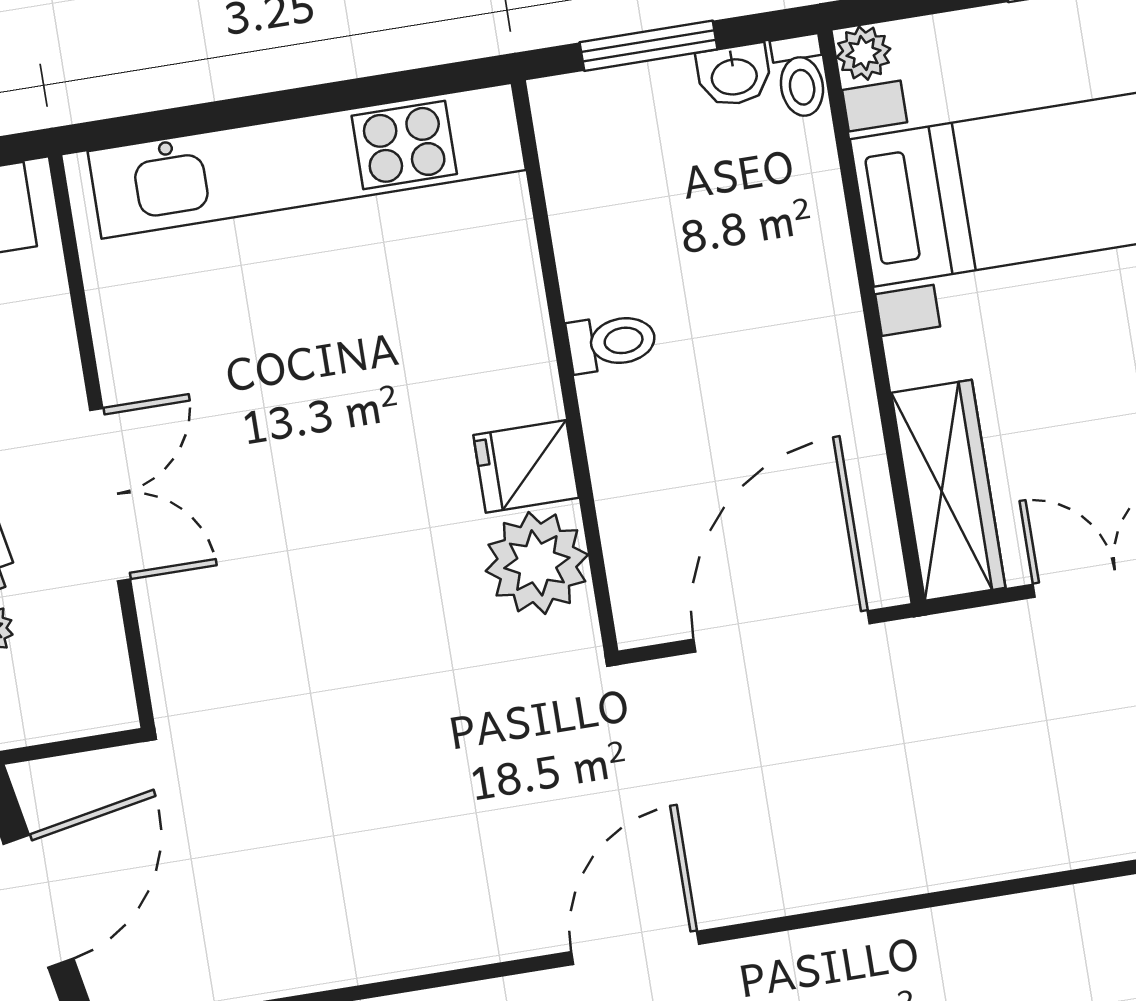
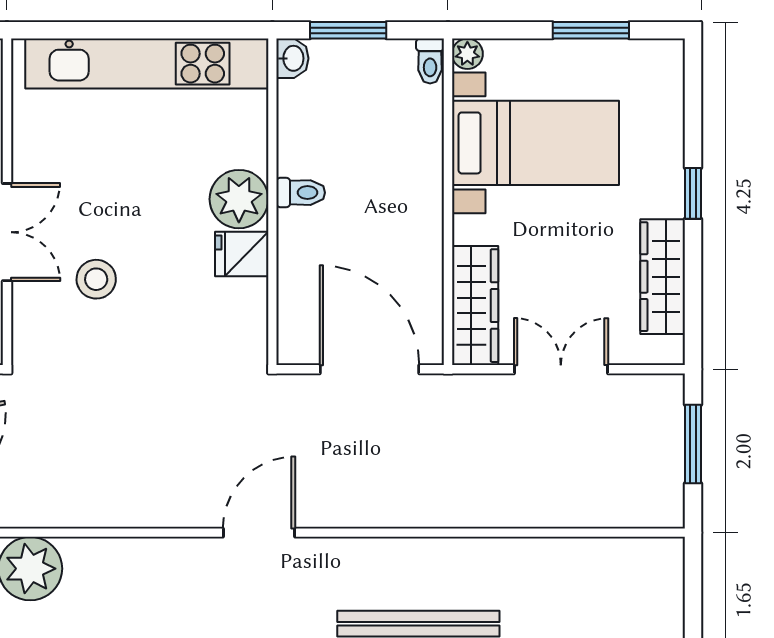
washbasin: (734, 75) -> (292, 58), moved, turned -90
stool: (279, 552) -> (96, 279), added
plant: (537, 563) -> (239, 199), moved
door: (782, 631) -> (369, 369), hinge flipped

